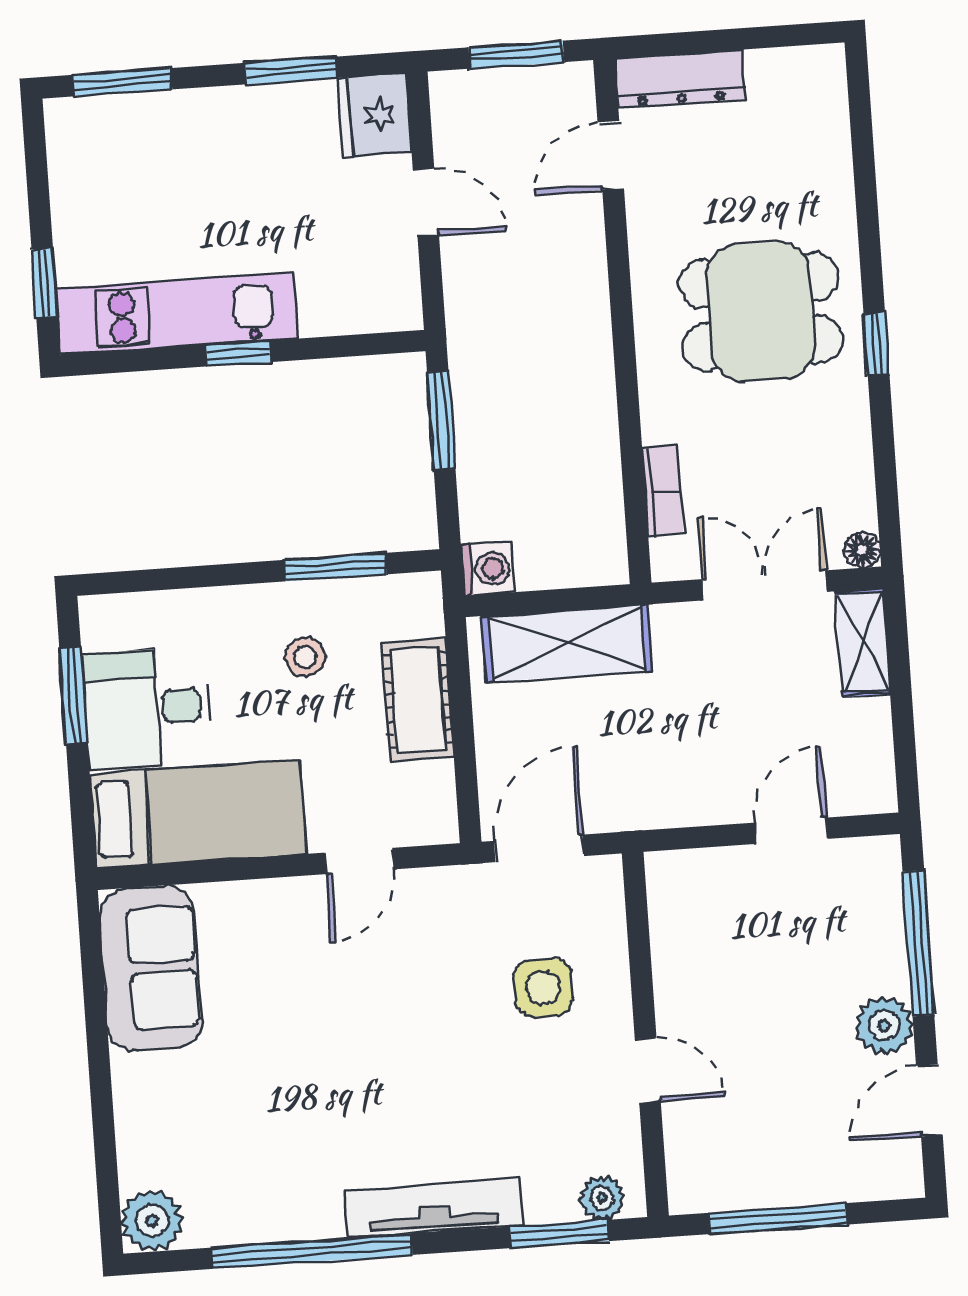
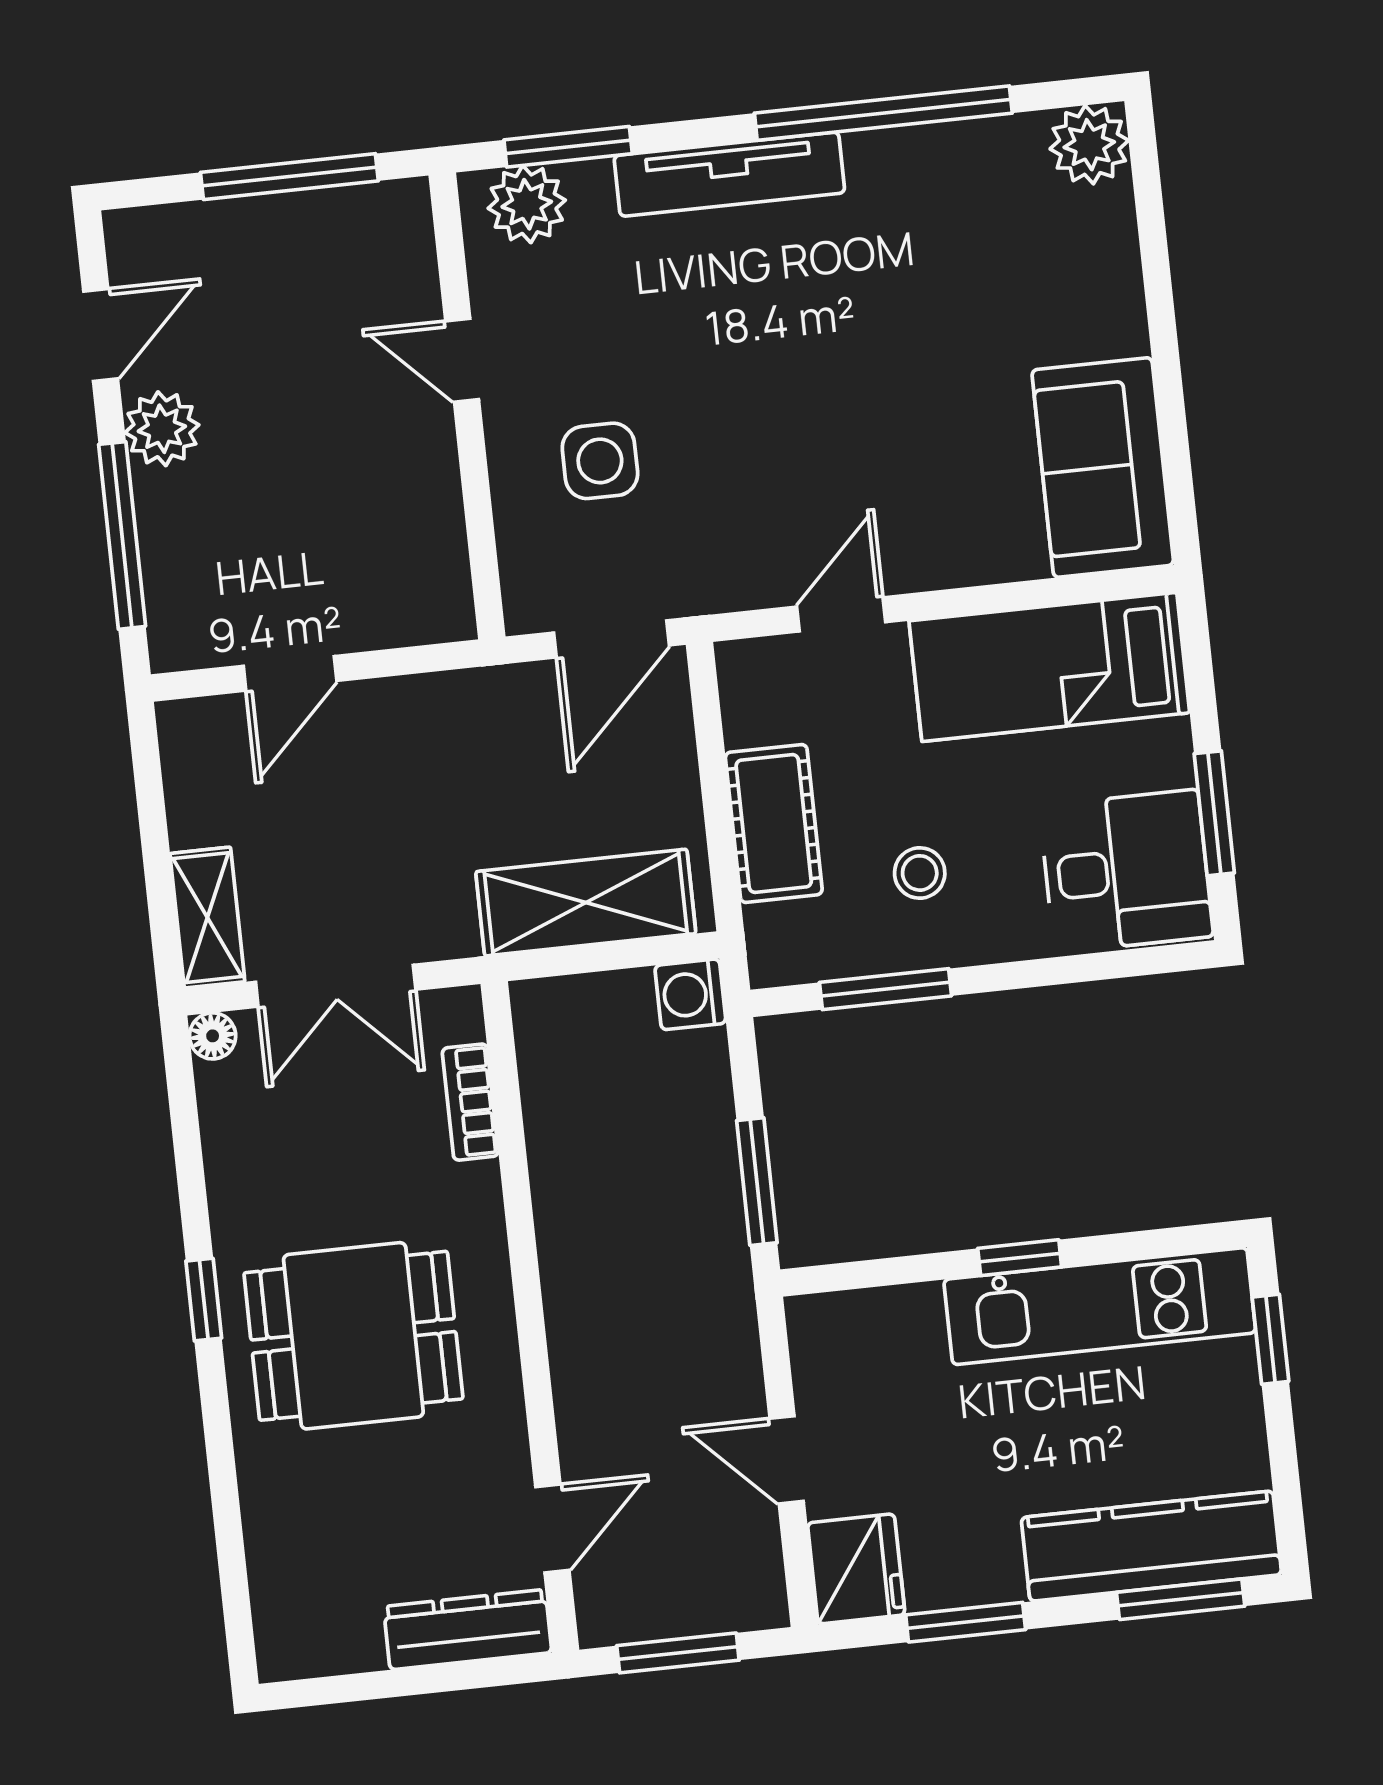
kitchen counter: (144, 125) -> (1151, 1546), added
desk: (148, 708) -> (1126, 871), moved
plant: (602, 1198) -> (527, 204), width x1.38, depth x1.38

